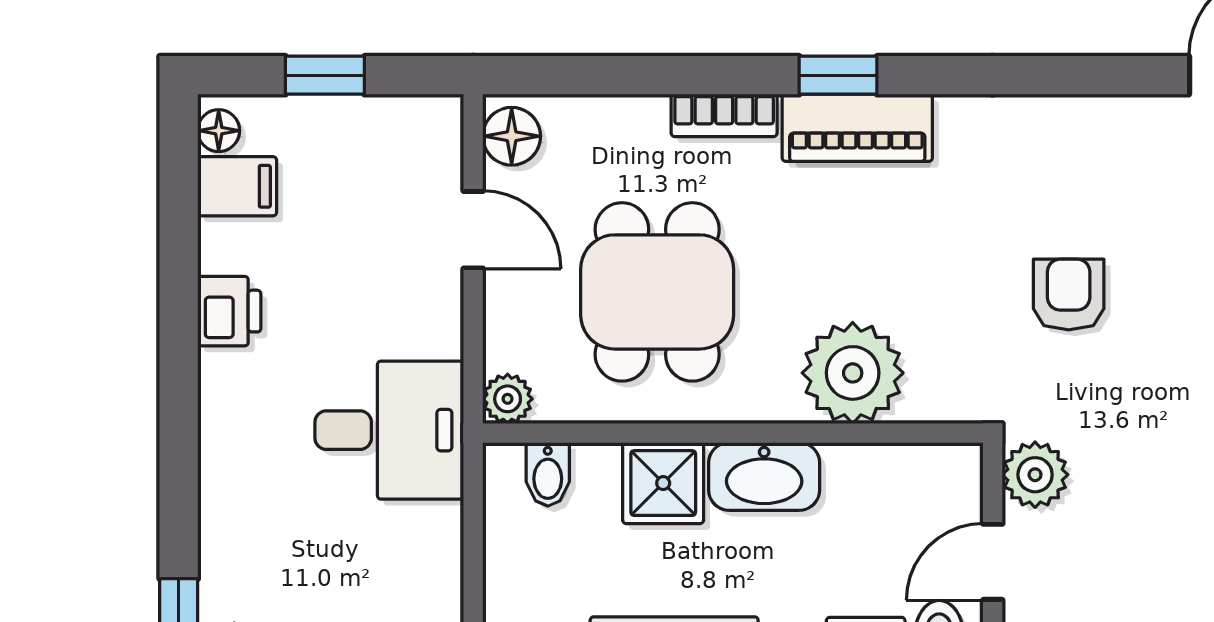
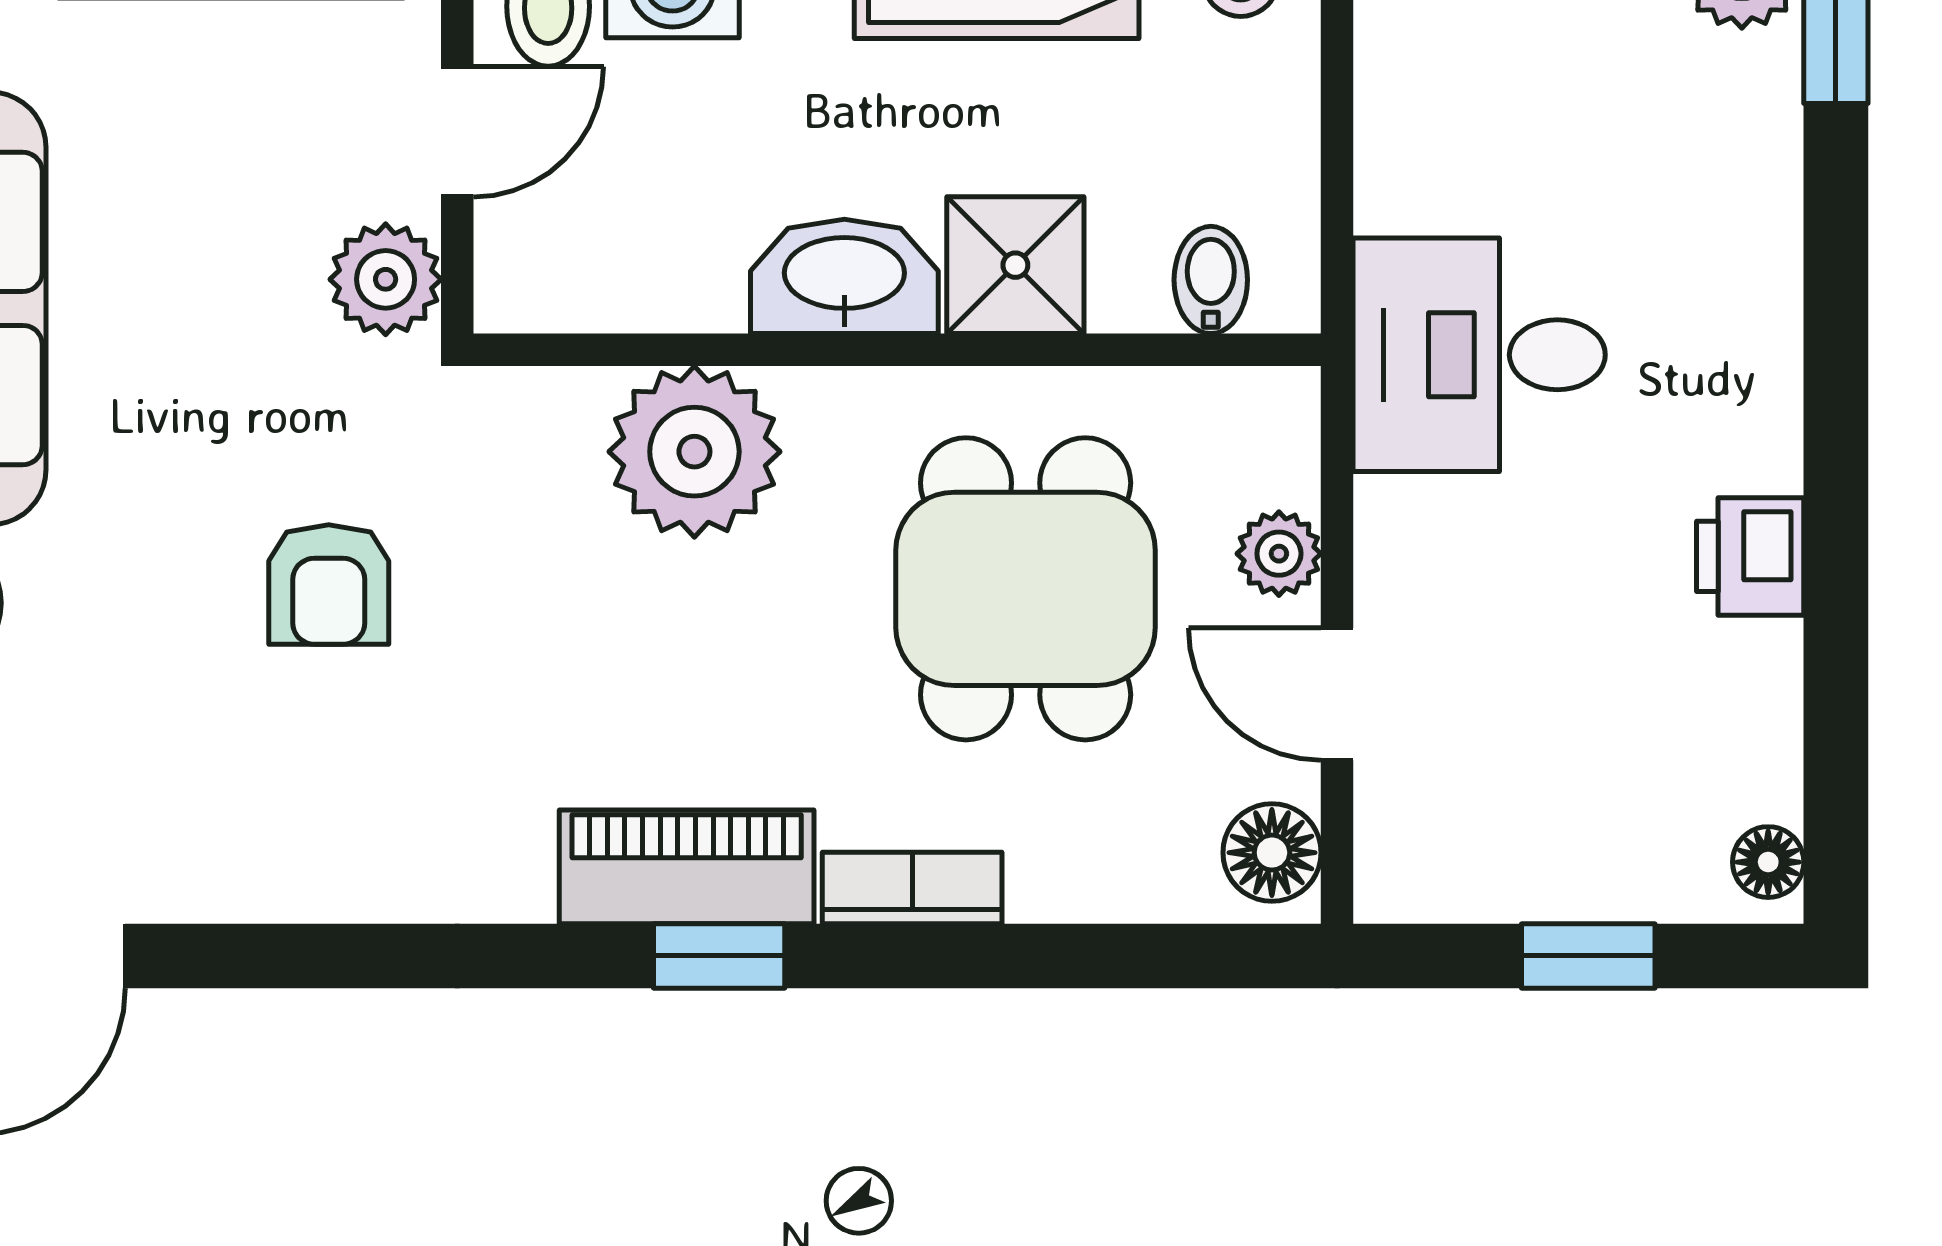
filing cabinet: (237, 186) -> (1737, 768), removed
plant: (508, 399) -> (1279, 554), moved

